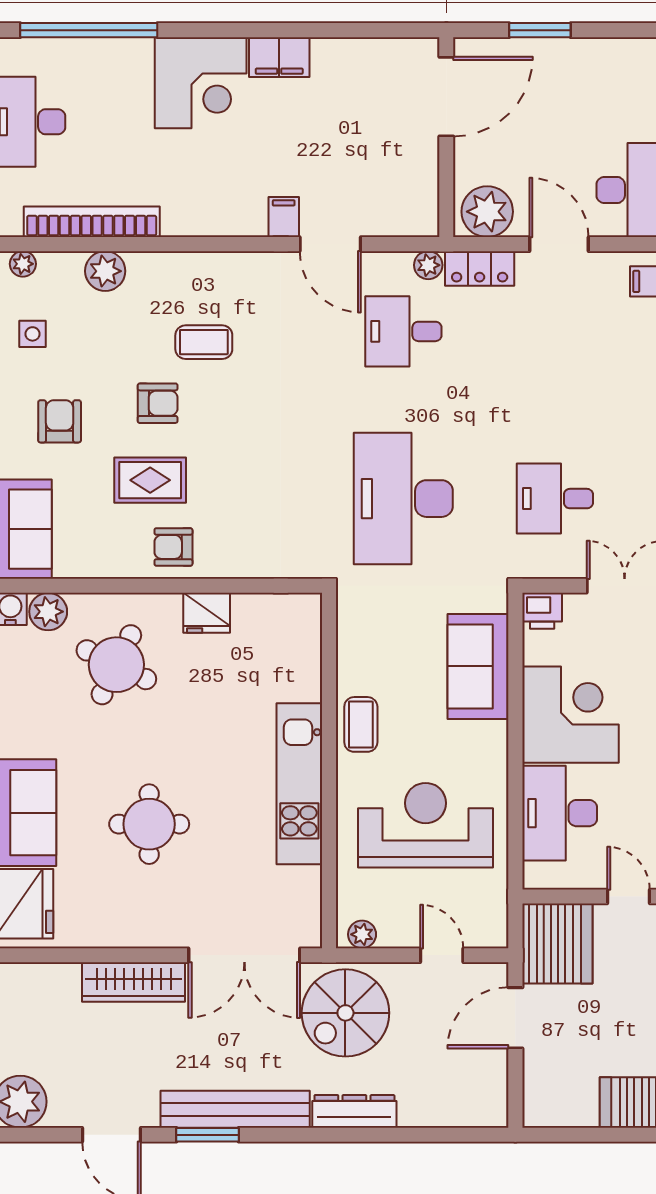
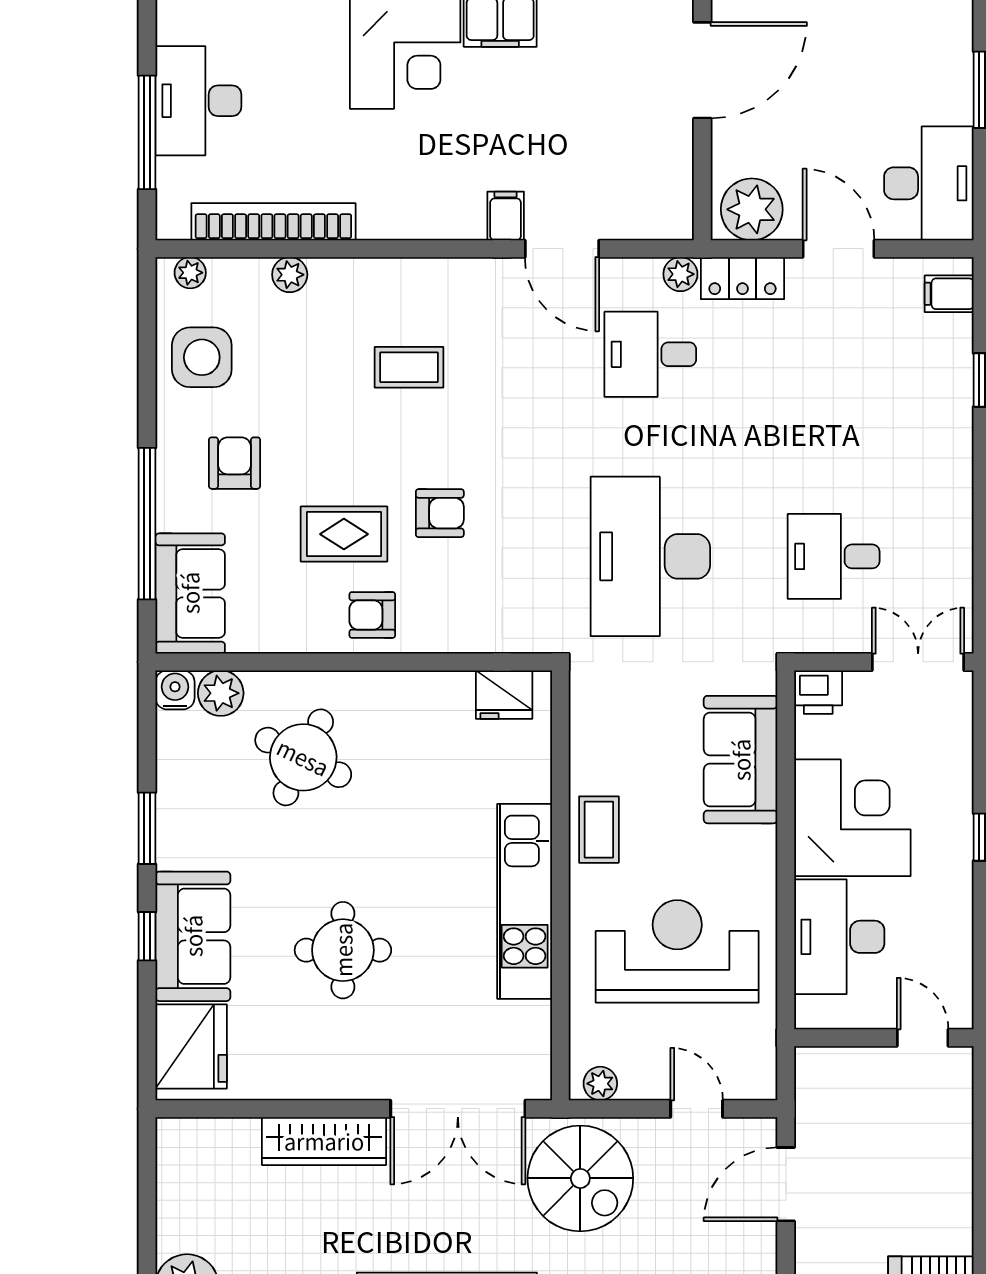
plant: (105, 271) -> (290, 275), width x0.73, depth x0.73
side table: (32, 334) -> (202, 357), width x1.87, depth x1.87
armchair: (158, 403) -> (440, 513), moved
fridge: (207, 613) -> (504, 695), moved
server rack: (557, 943) -> (837, 1094), removed
spiral stairs: (345, 1013) -> (580, 1178), turned -90

